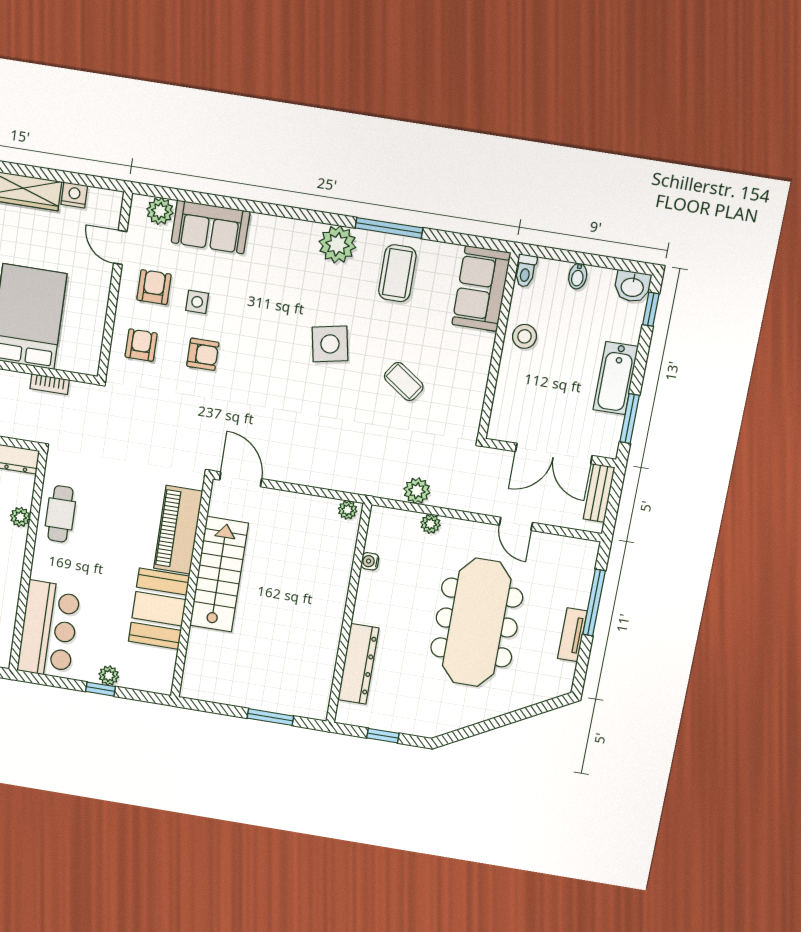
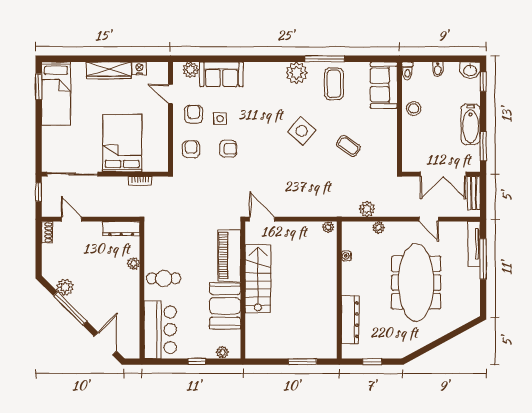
side table: (330, 344) -> (302, 131), turned -38
cafe table: (60, 514) -> (164, 278), moved, turned 90
tv unit: (572, 635) -> (474, 244), moved, width x1.41
plant: (109, 676) -> (222, 352), moved

